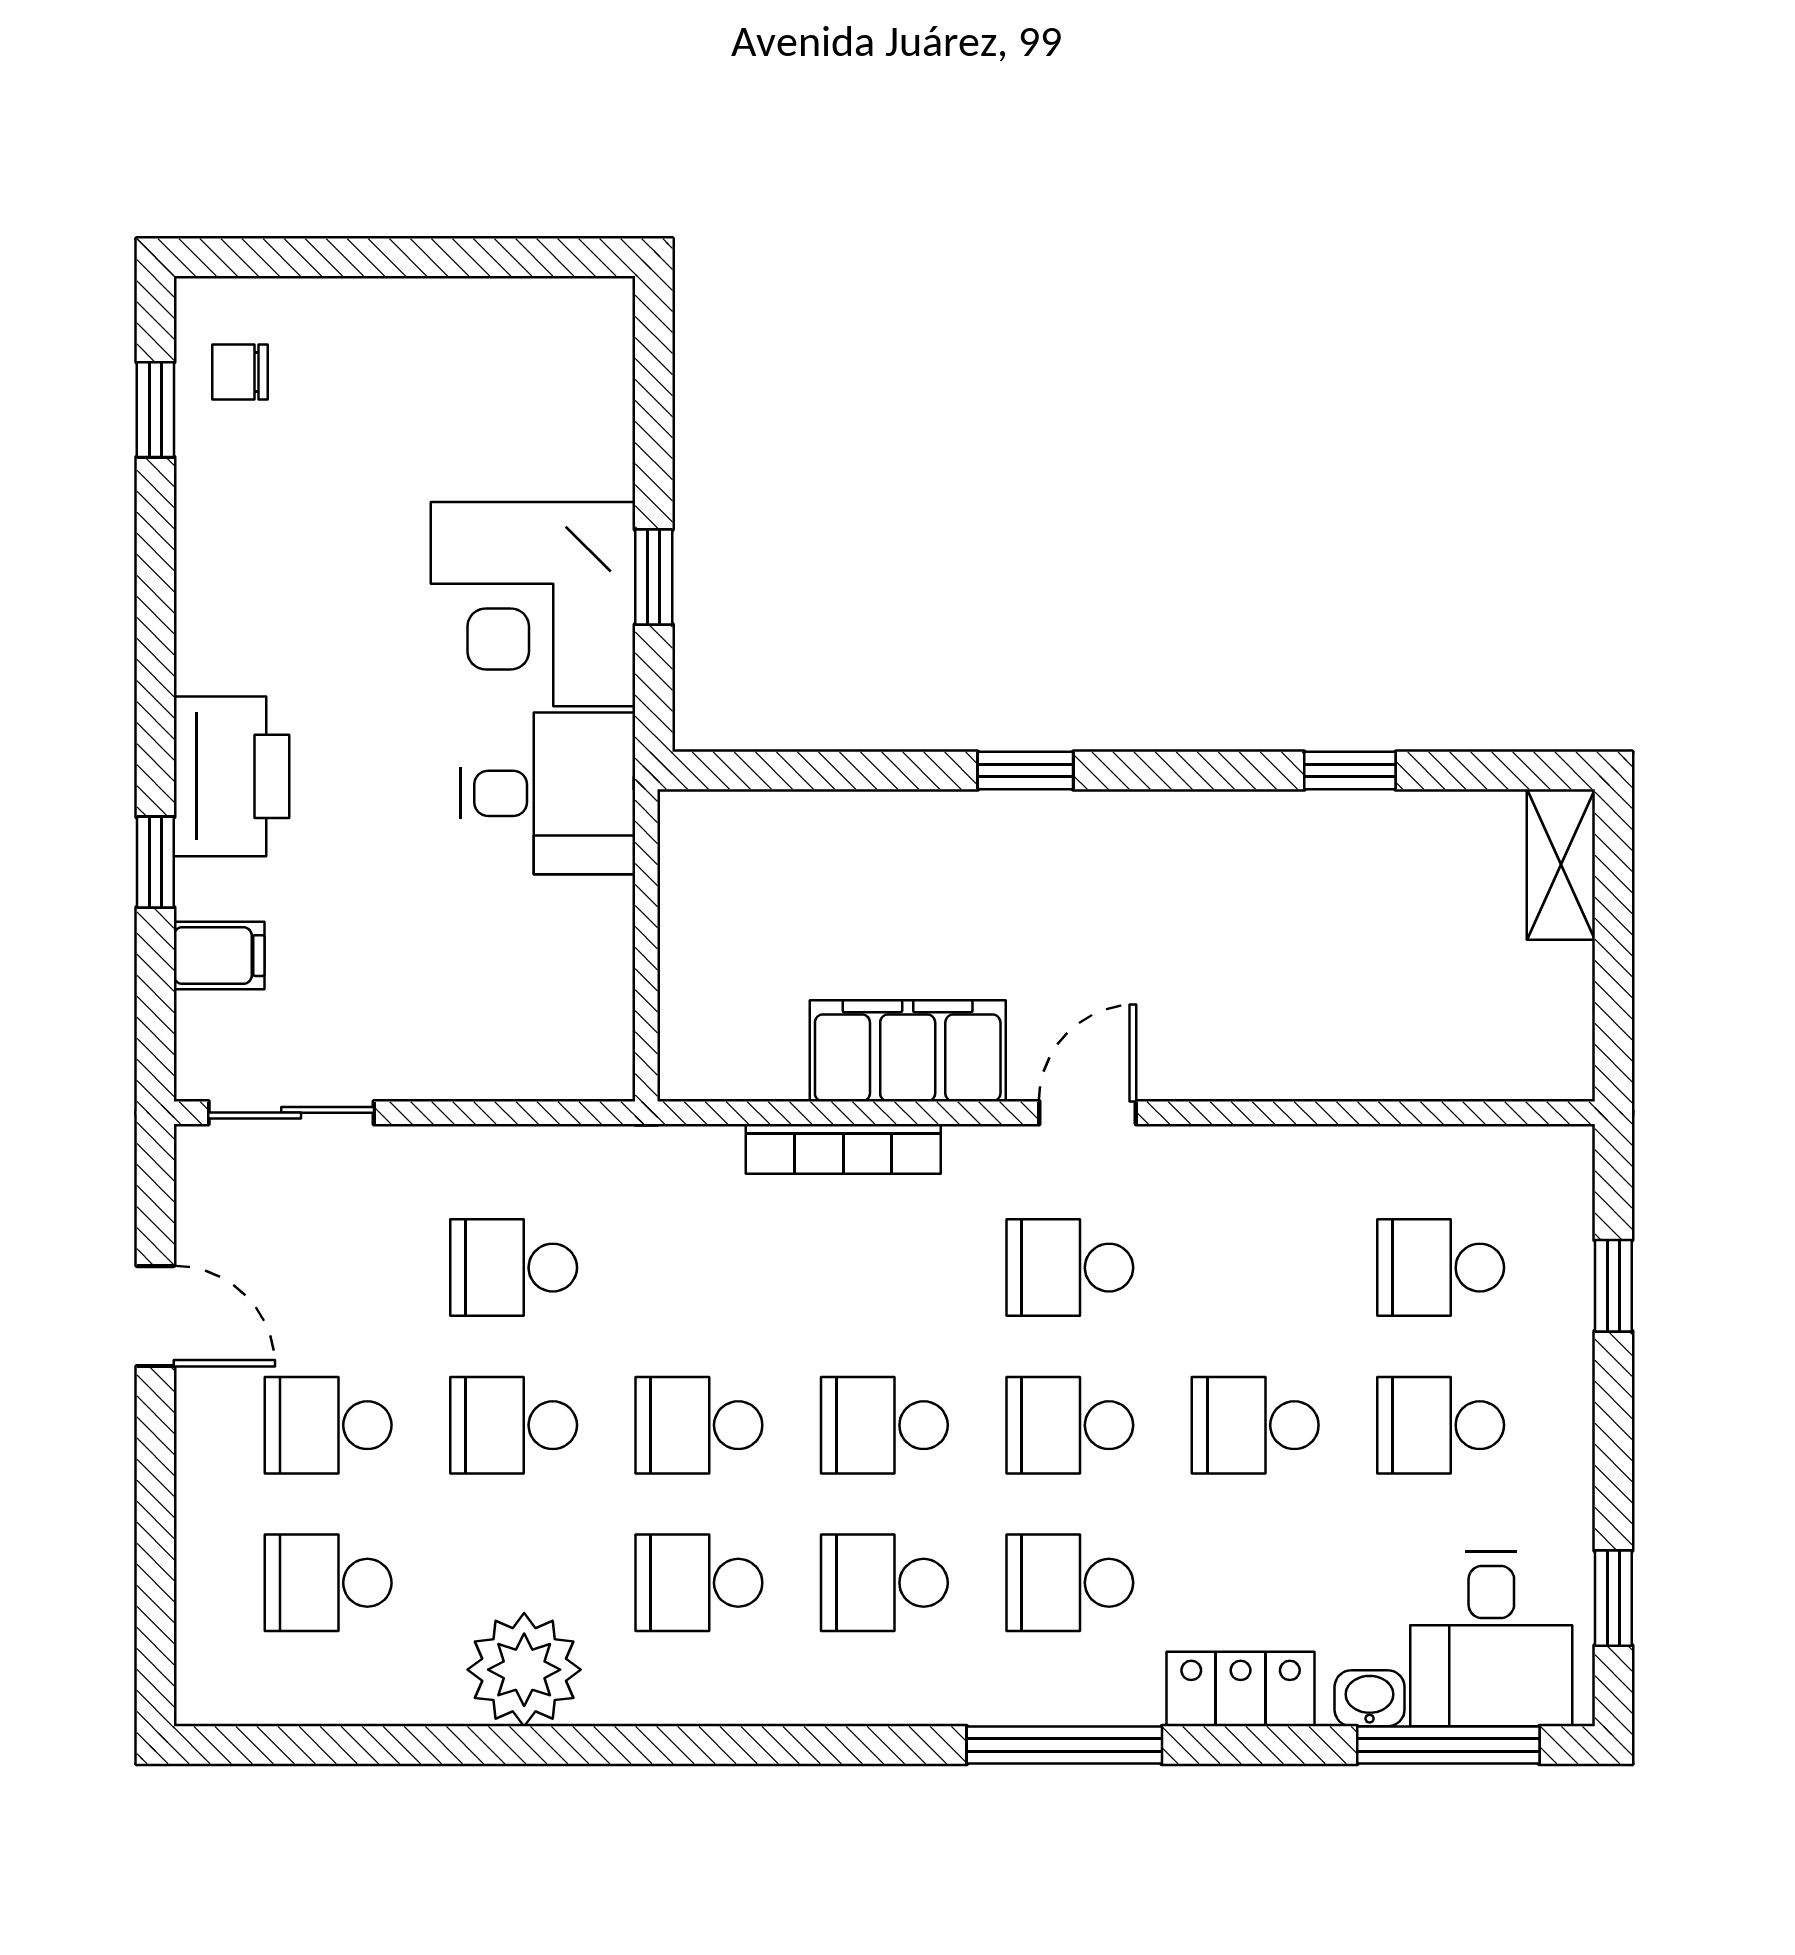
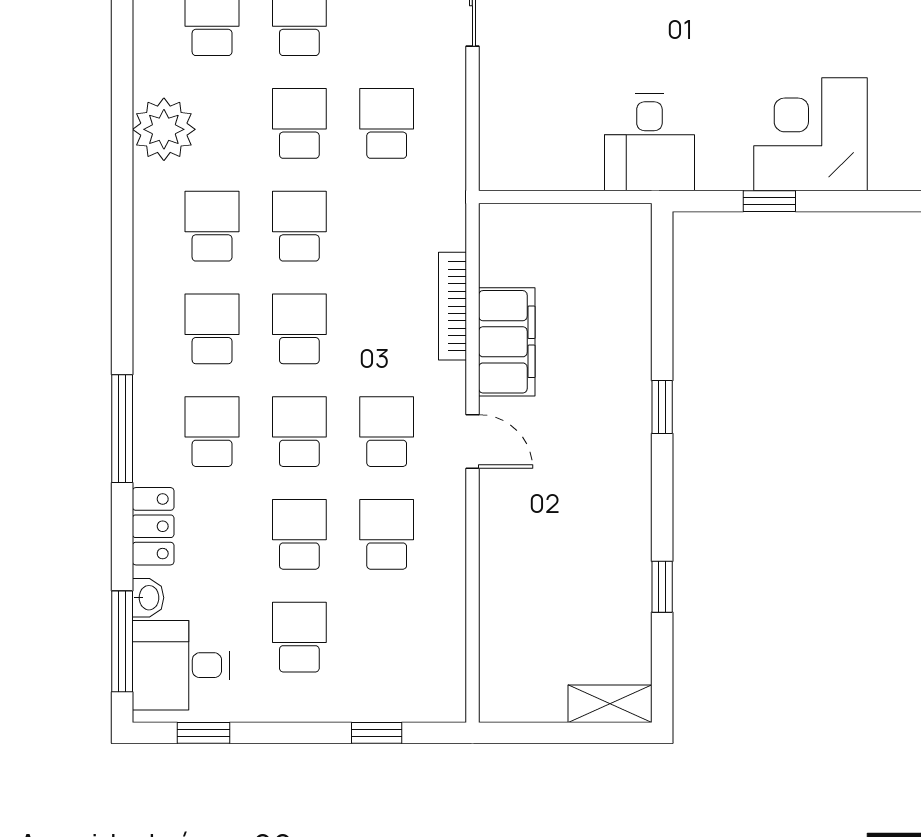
corner desk: (533, 604) -> (811, 134), moved
school desk: (1441, 1268) -> (387, 534), moved

